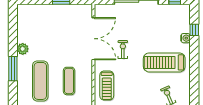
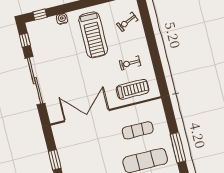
window: (194, 30) -> (40, 15), moved
exercise bike: (123, 50) -> (130, 63), moved

